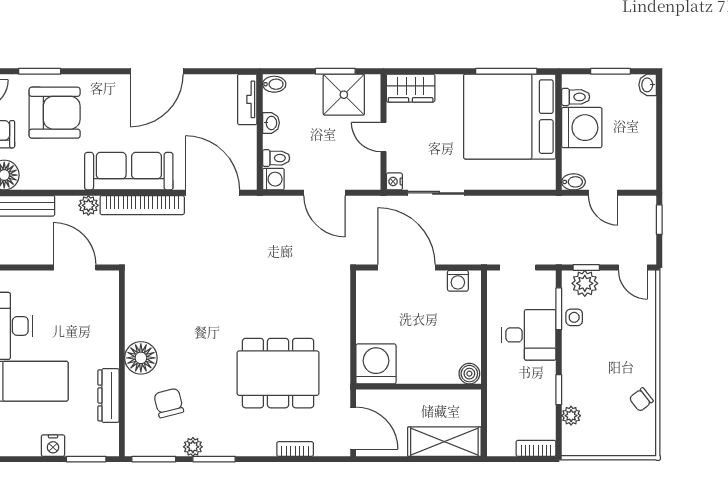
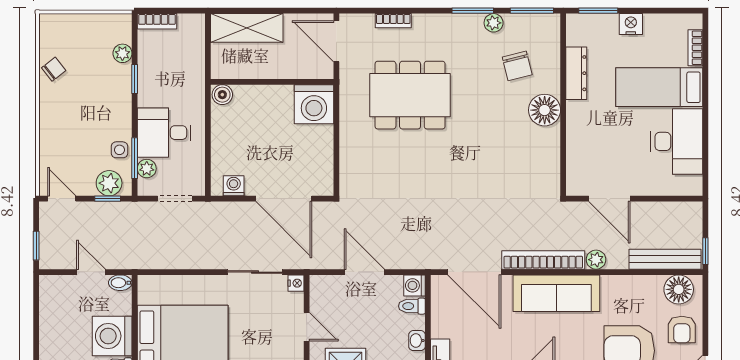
plant: (546, 298) -> (147, 169), added

